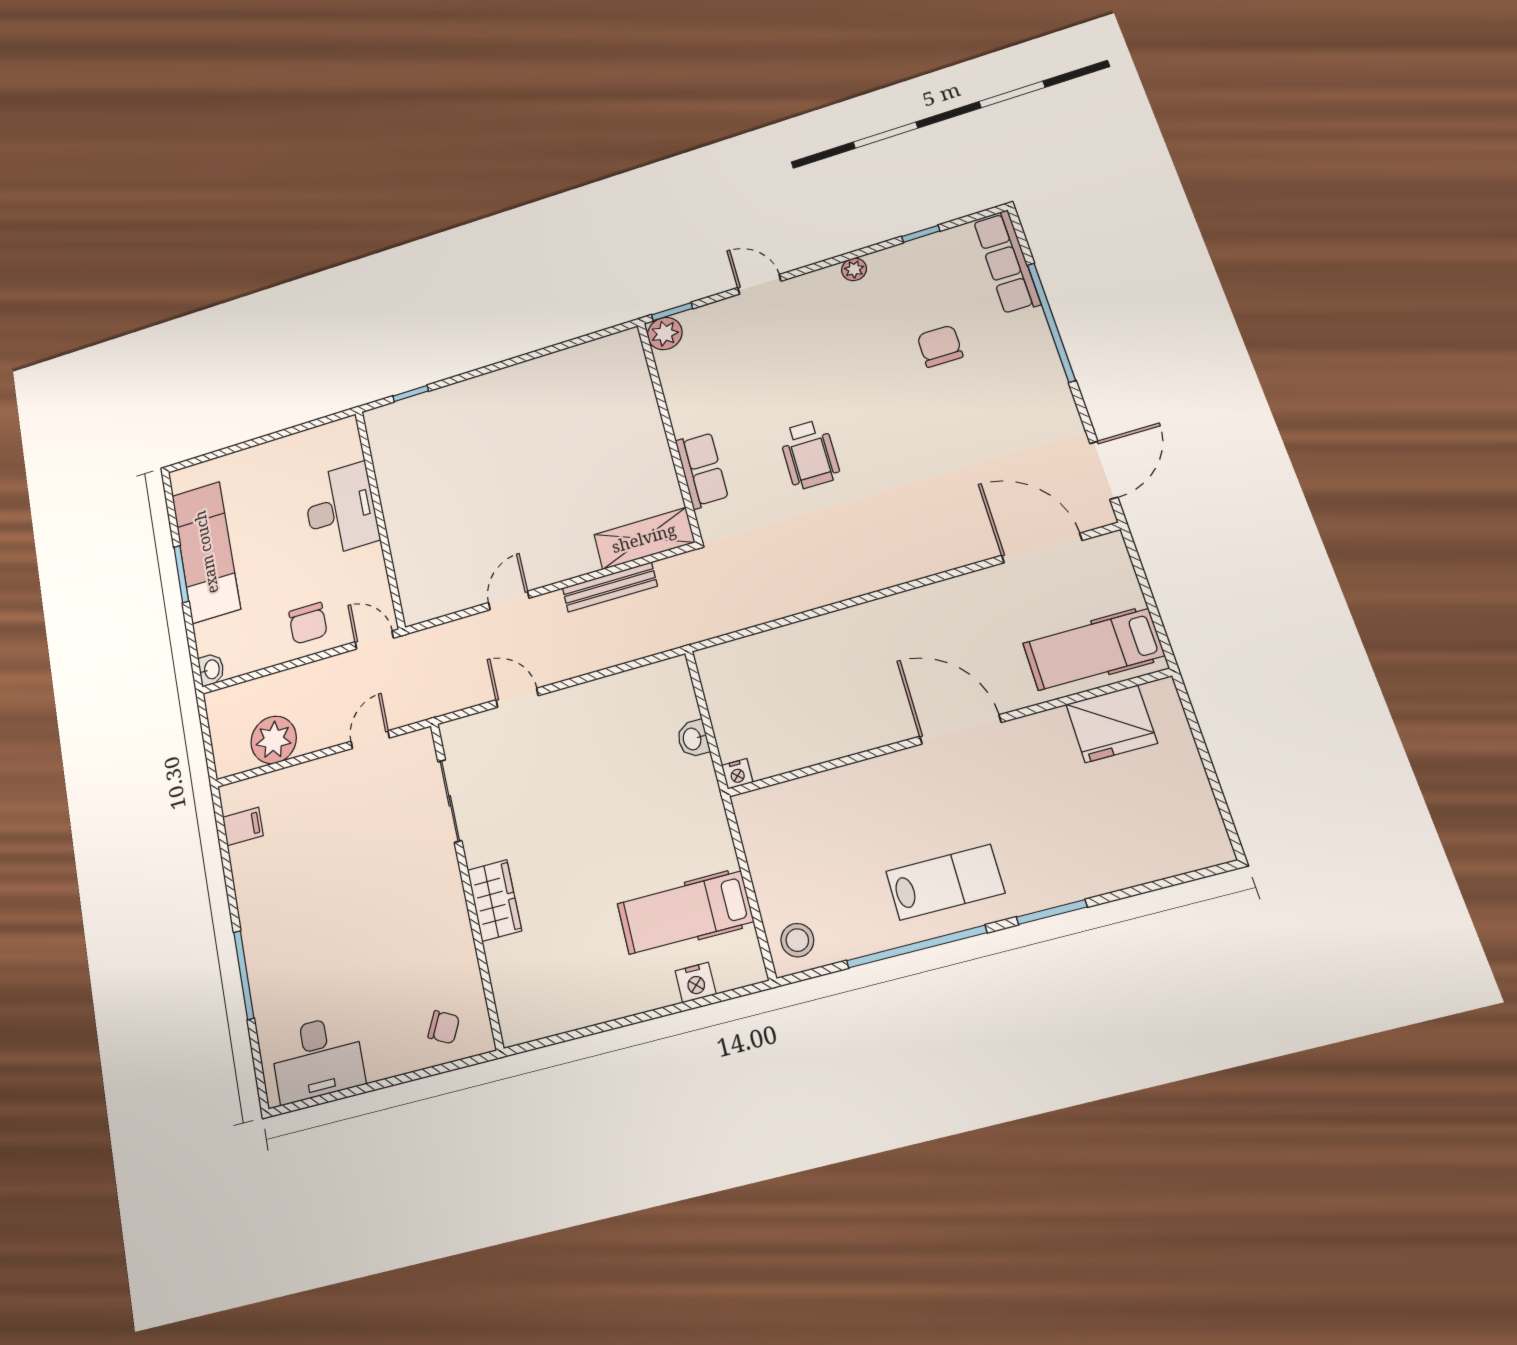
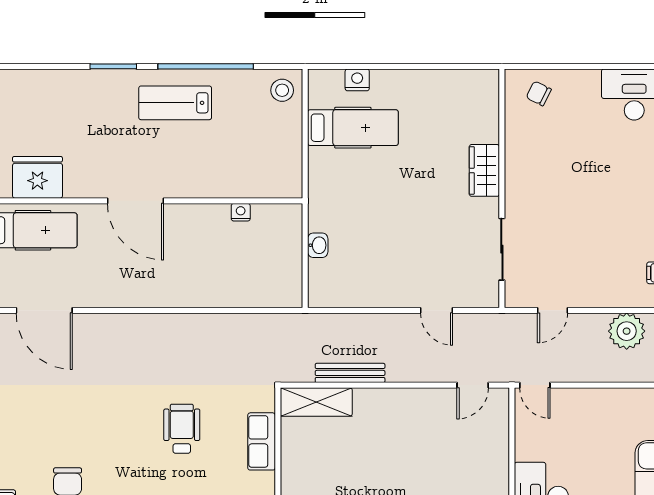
door: (509, 600) -> (473, 385), moved
chair: (308, 623) -> (584, 413), removed
nightstand: (737, 774) -> (241, 212), moved

